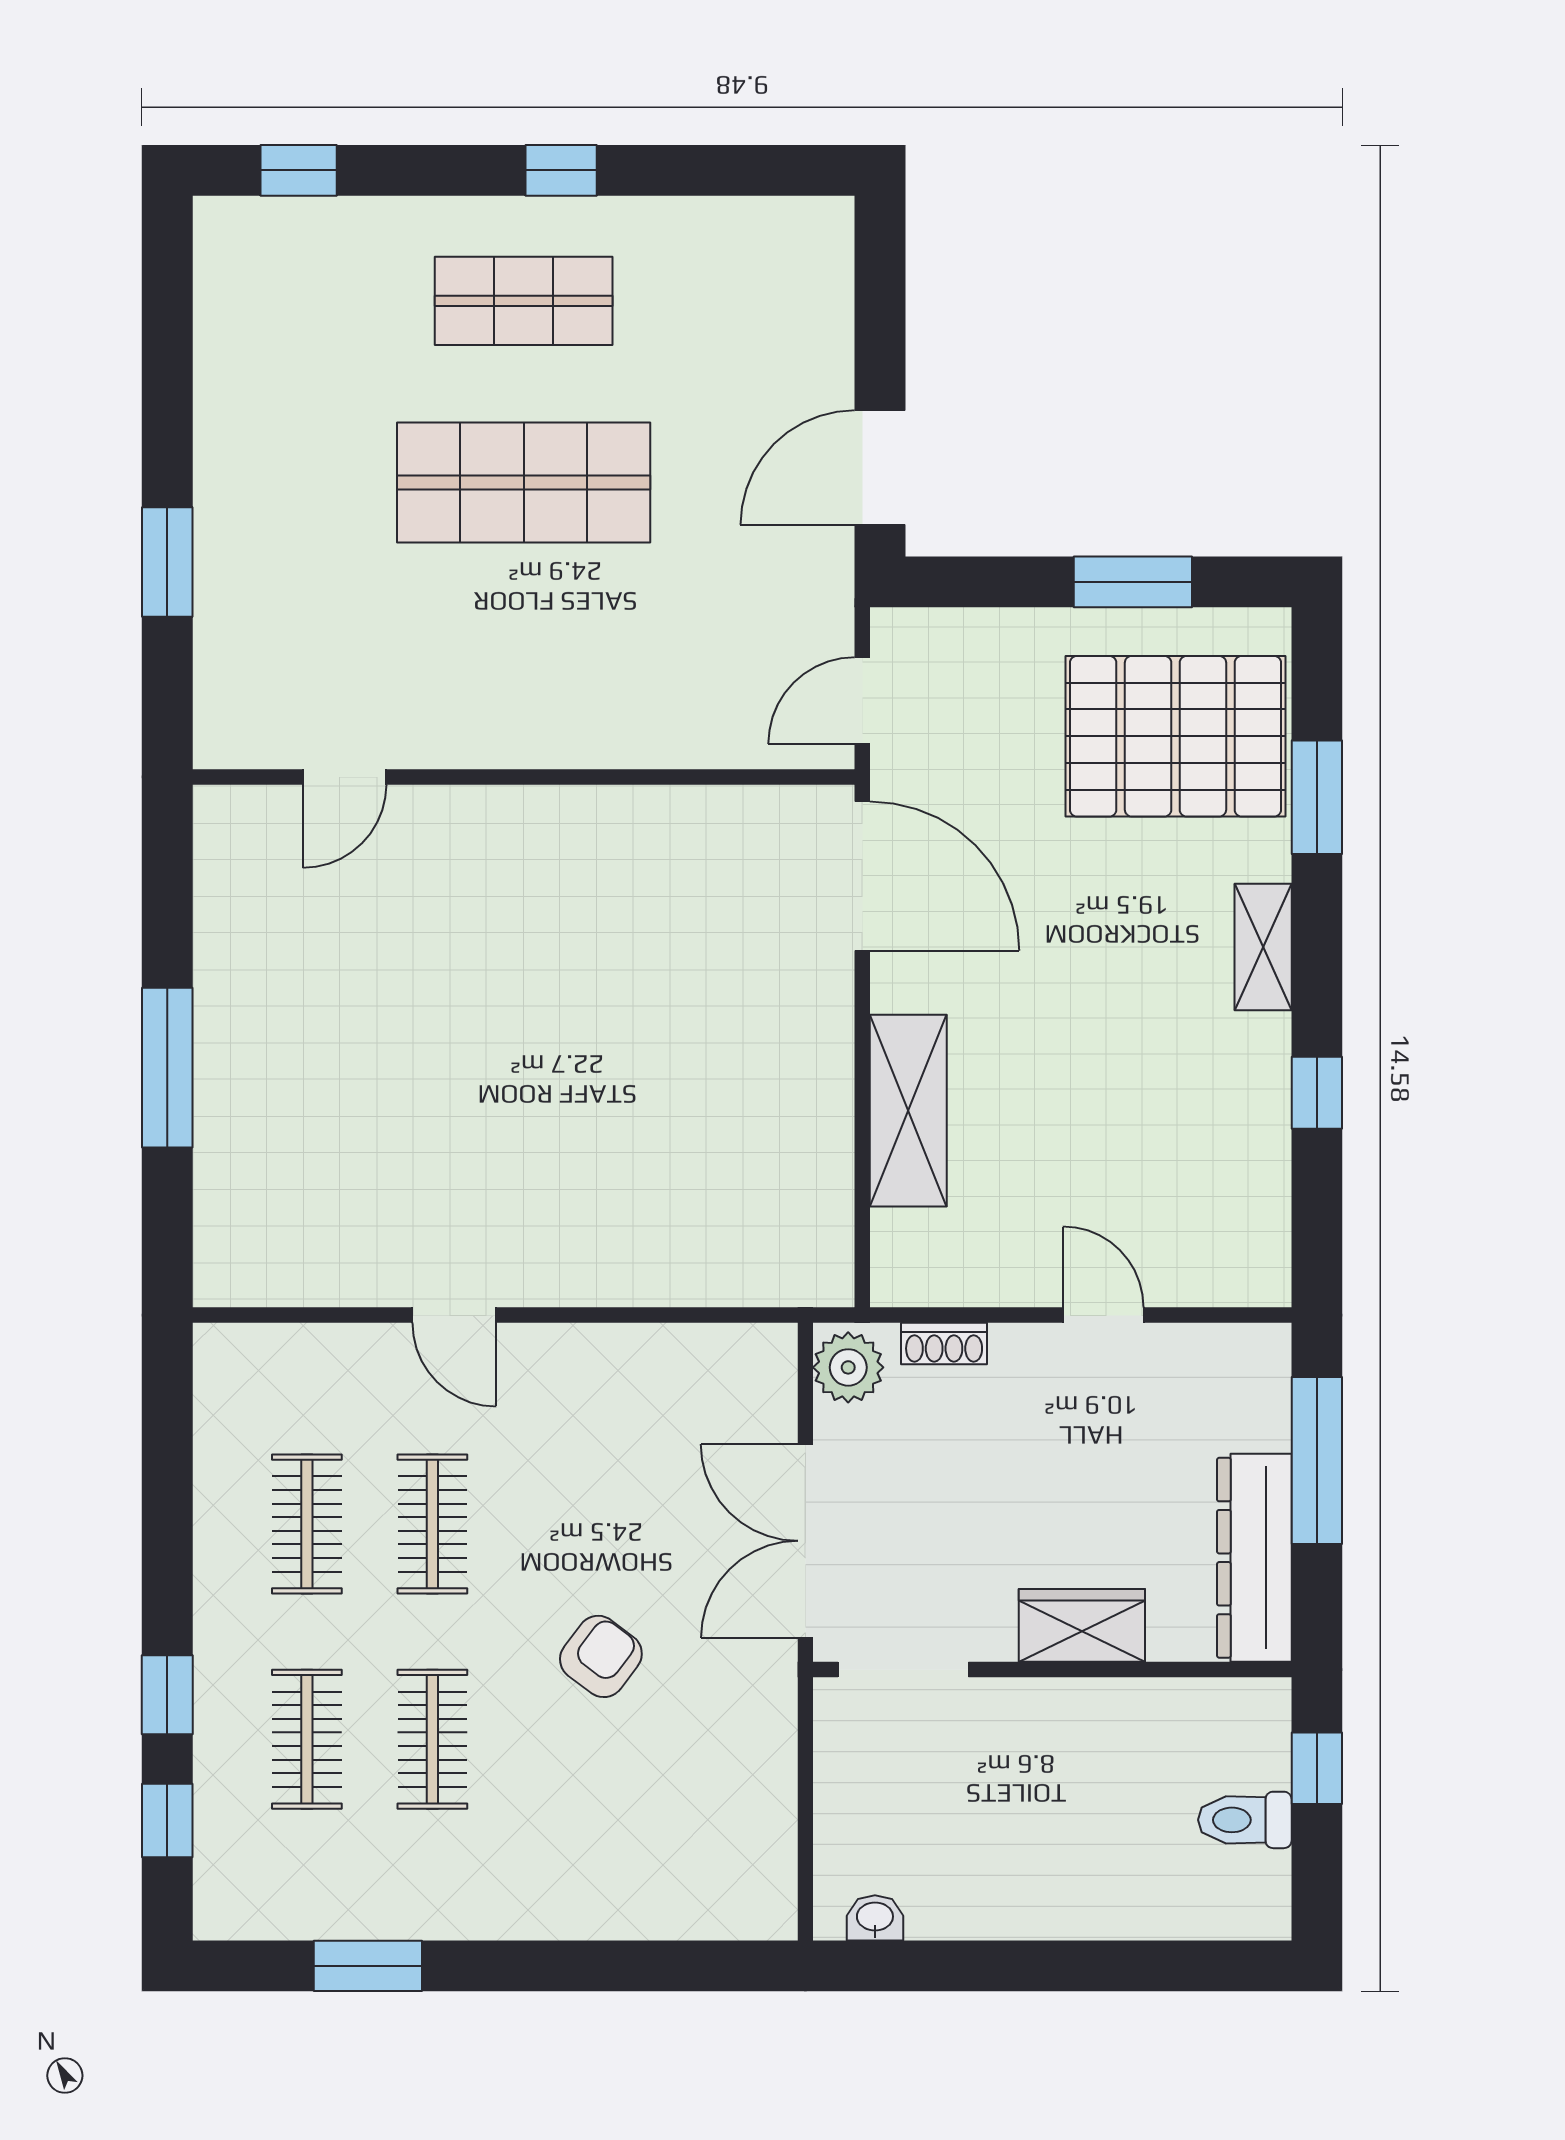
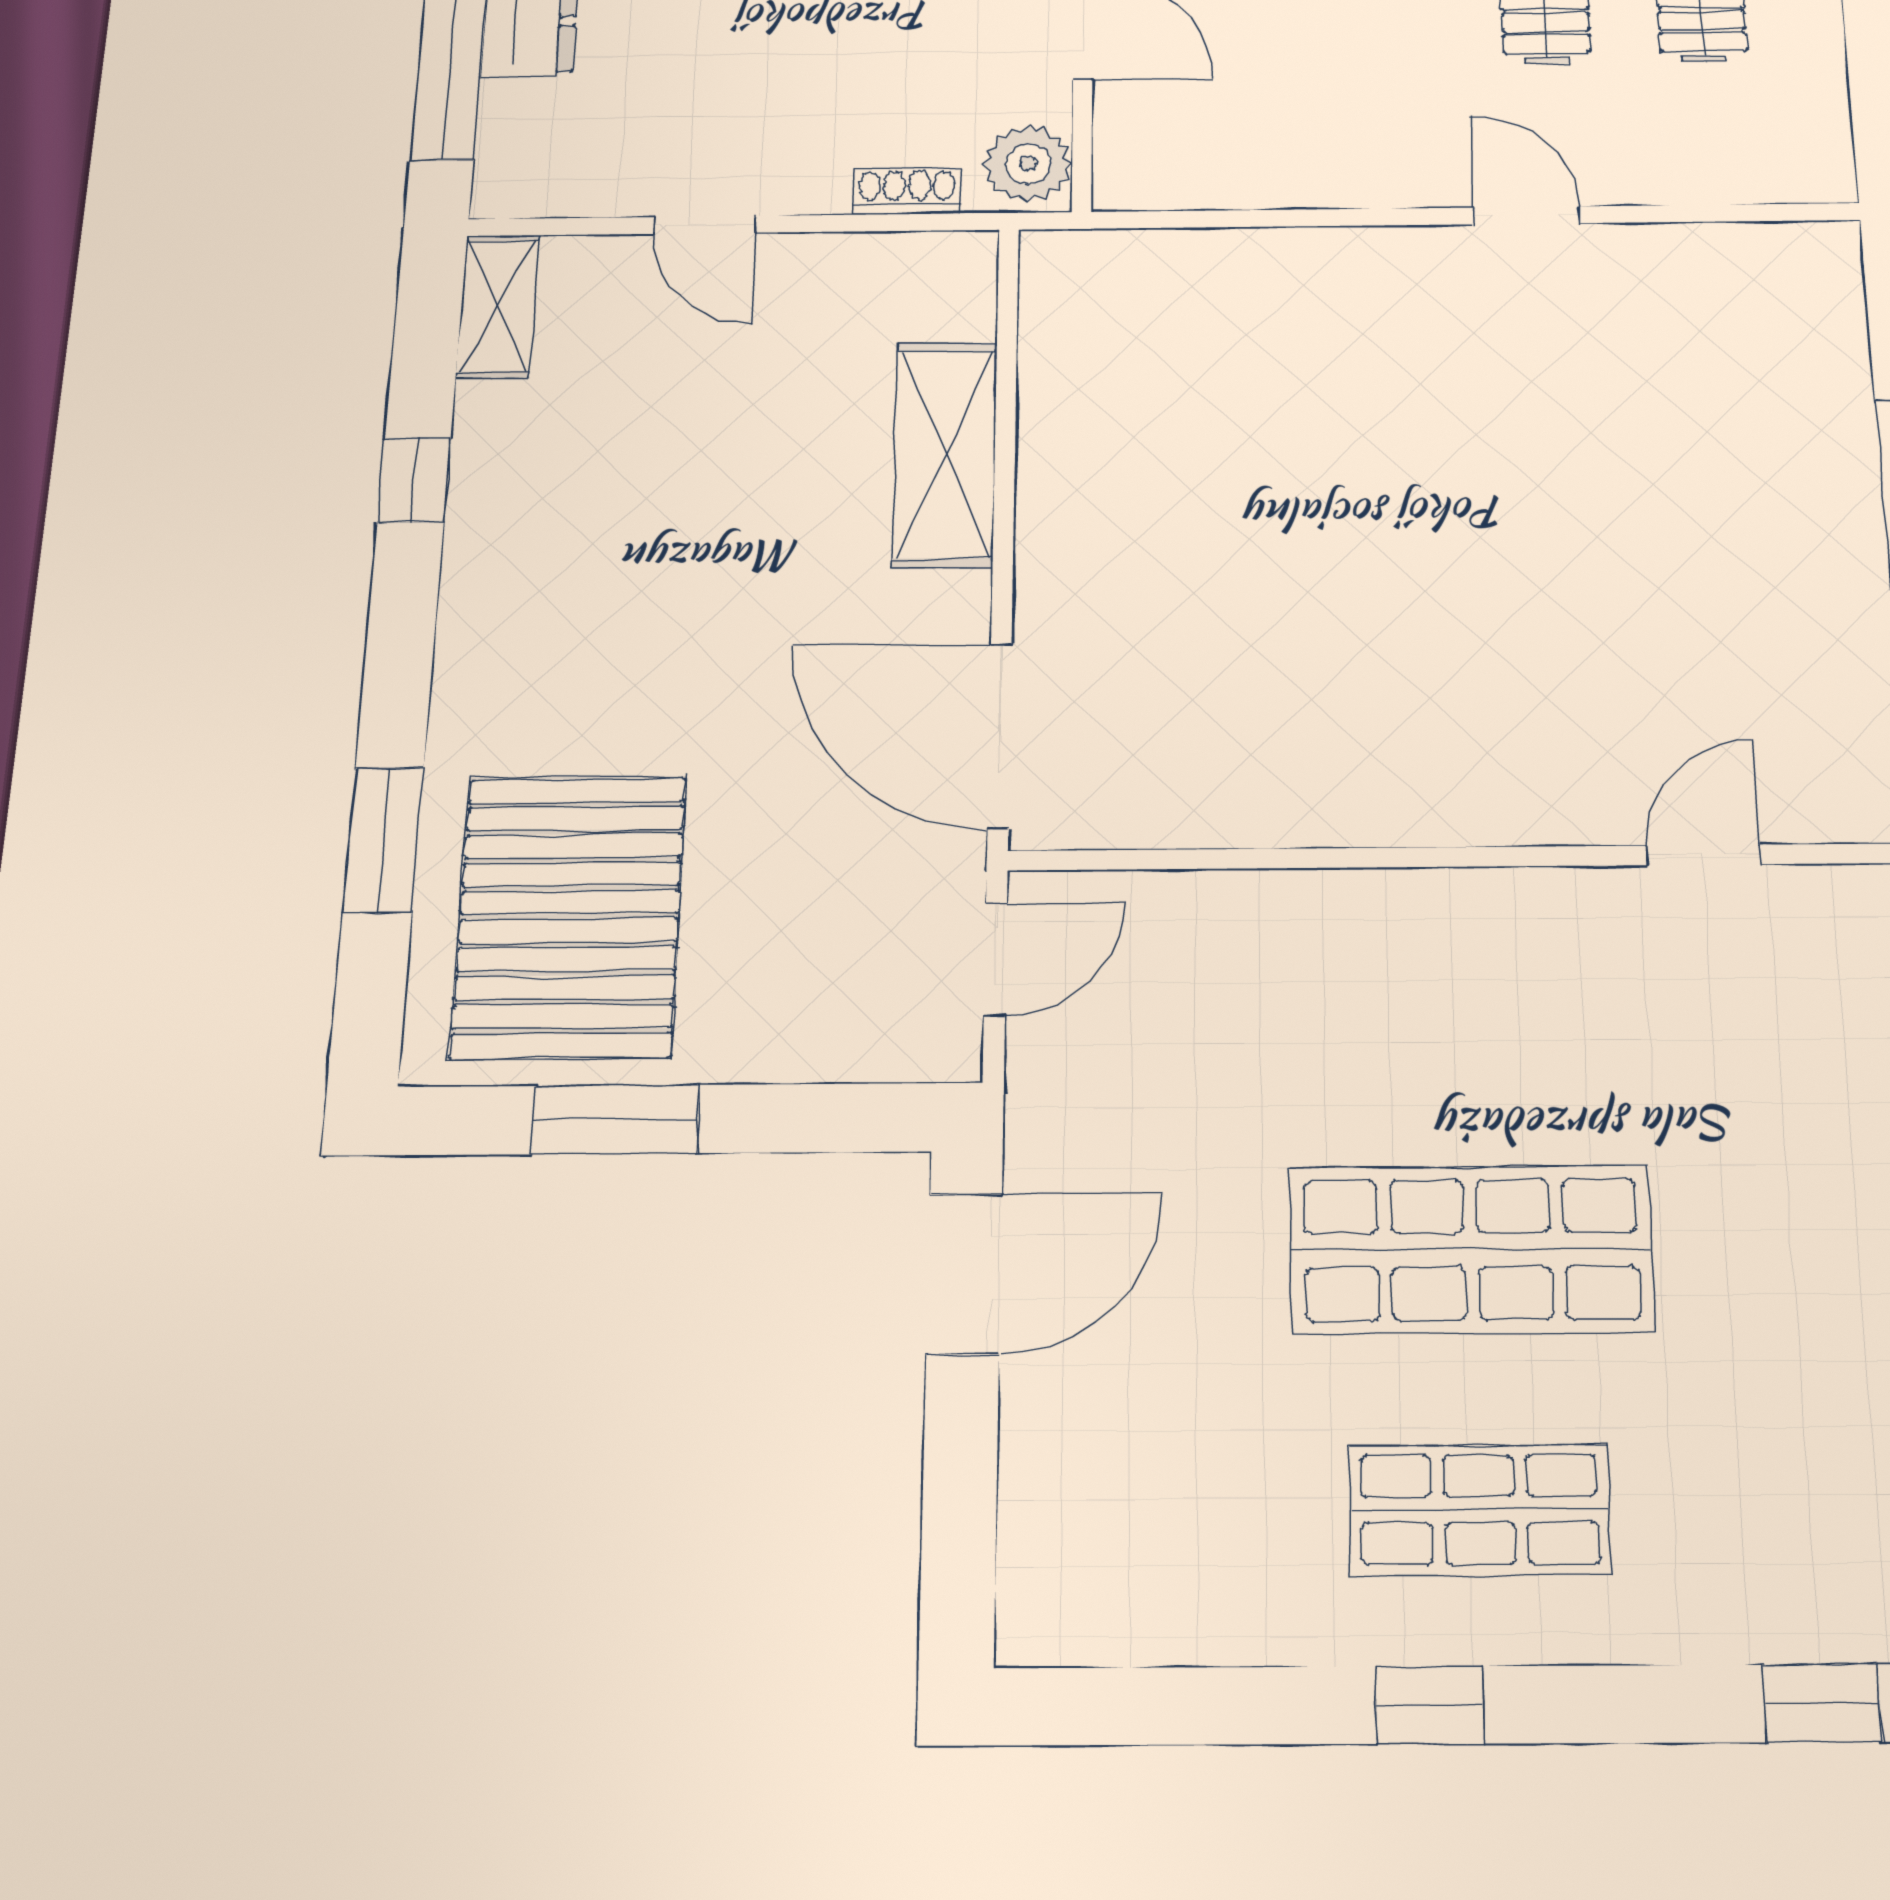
pallet: (1175, 736) -> (569, 916), turned 90
shelving: (1263, 947) -> (497, 306), moved

